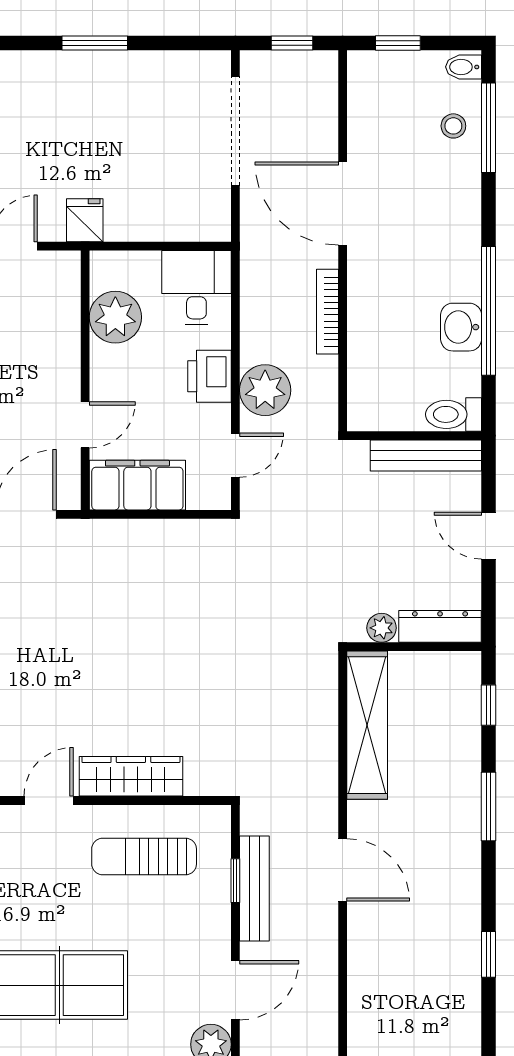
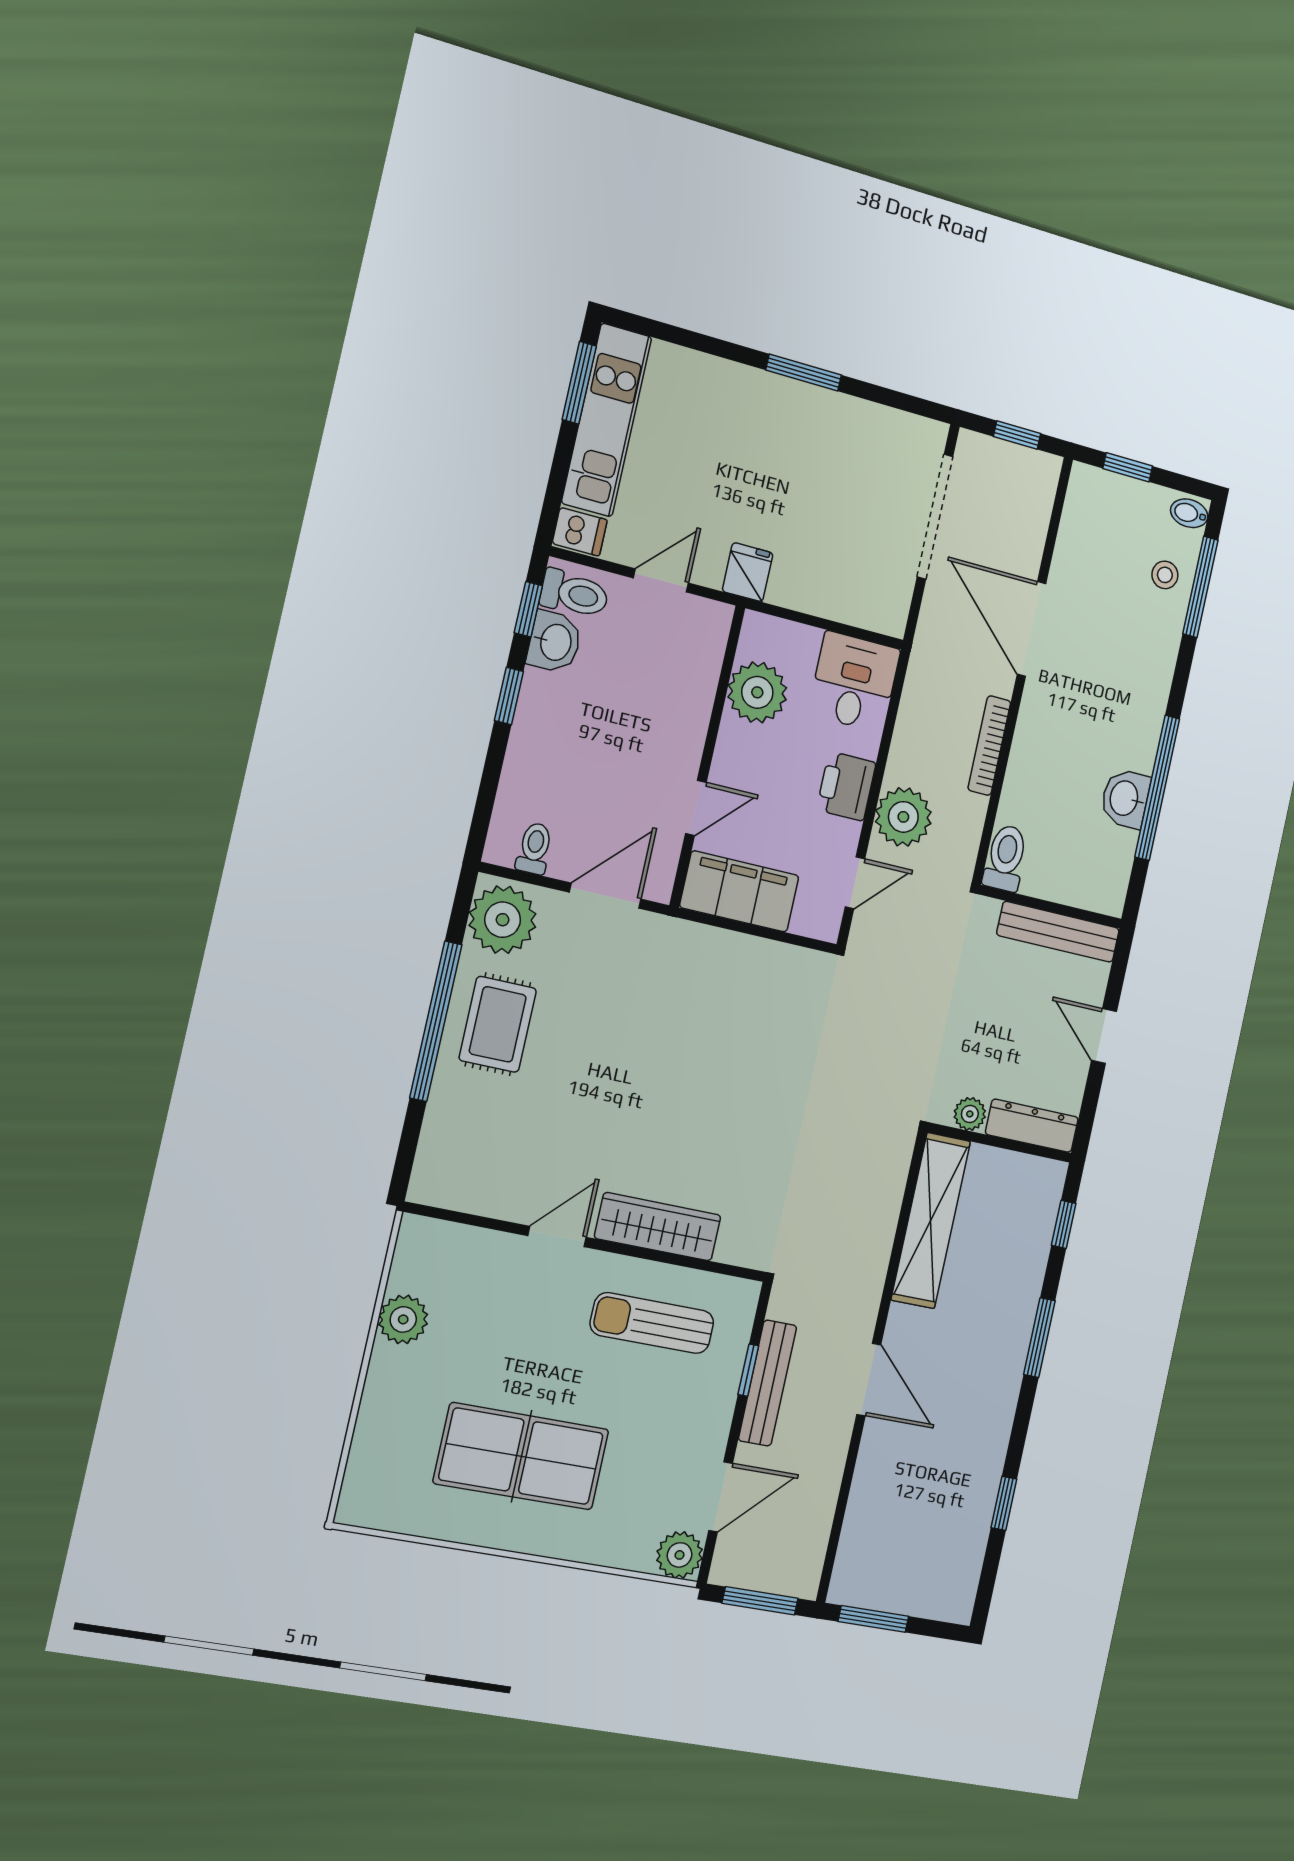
toilet: (454, 414) -> (1006, 858), moved, turned 90

